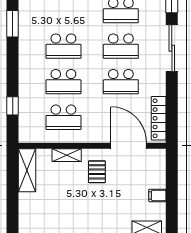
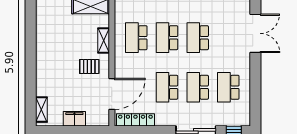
filing cabinet: (157, 195) -> (74, 119), width x2.00

